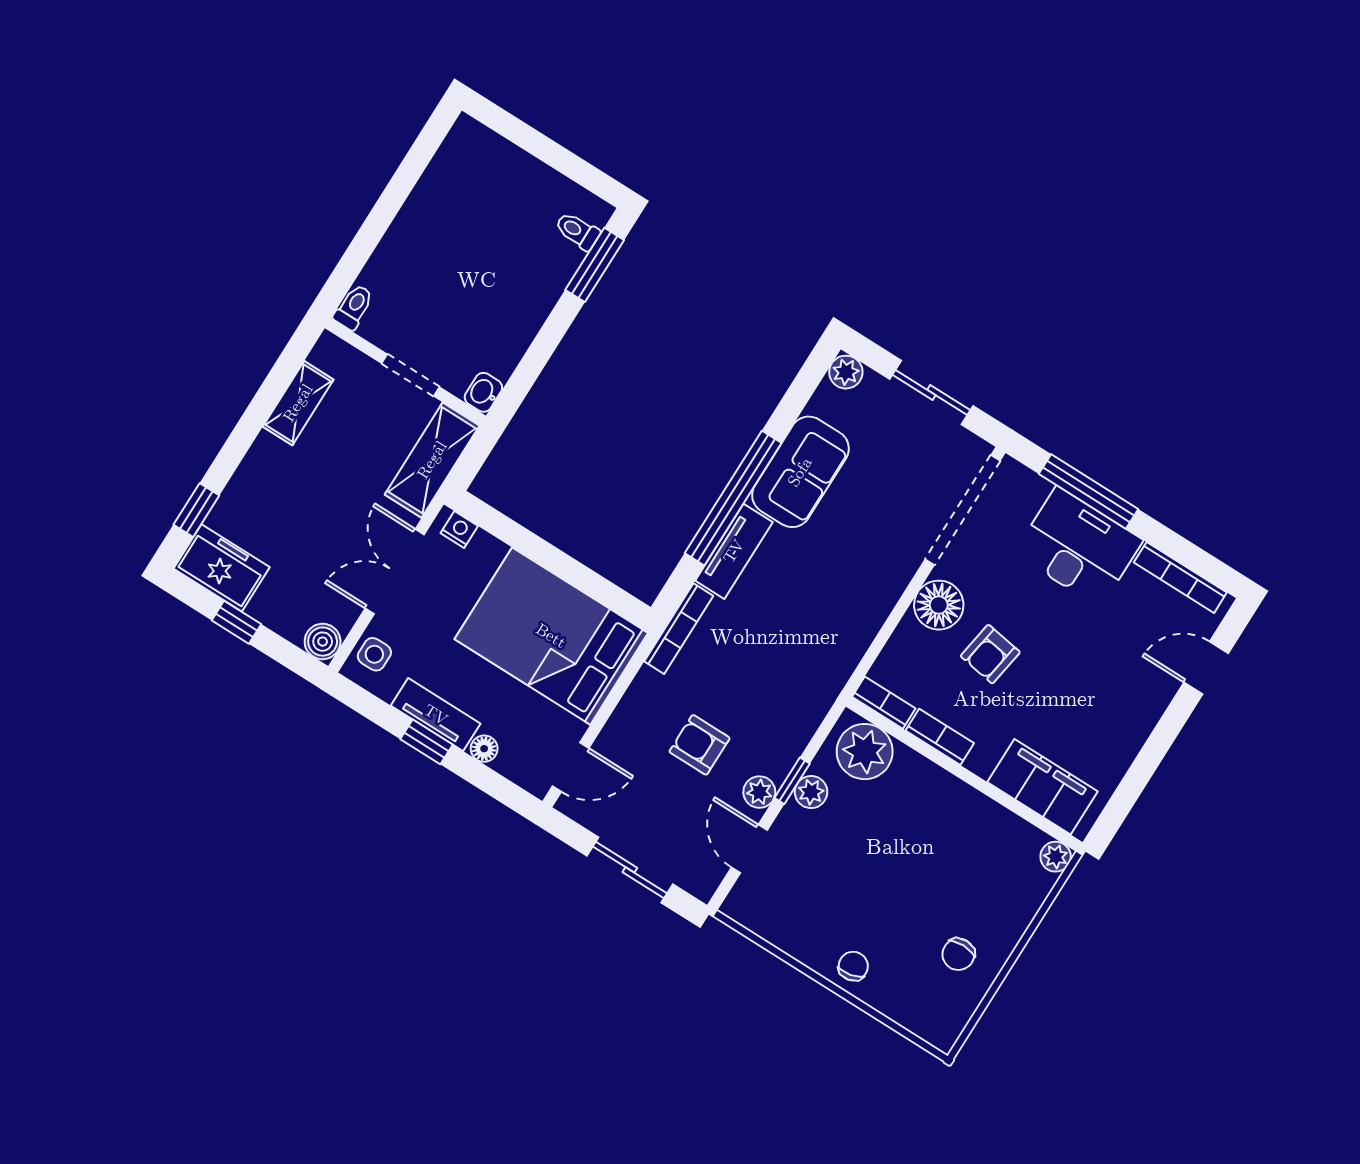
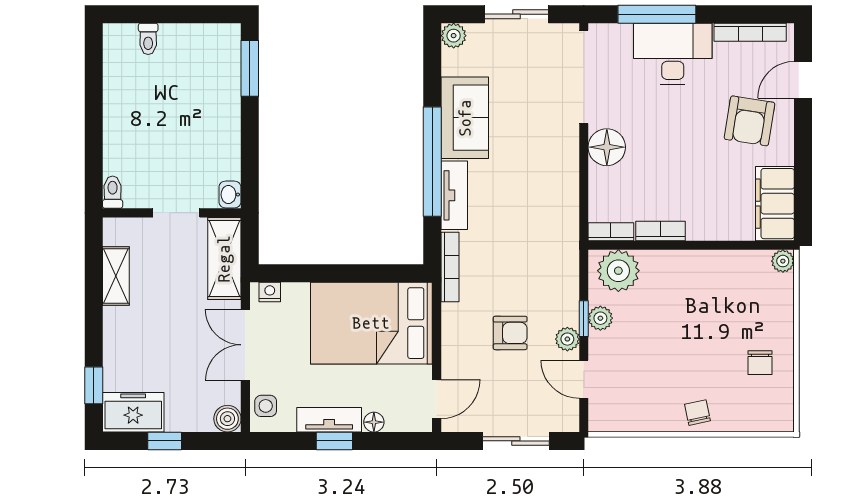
toilet: (577, 231) -> (148, 39), moved, turned -90
armchair: (990, 654) -> (750, 121), moved, width x1.38, depth x1.38
armchair: (700, 745) -> (510, 333), turned 180
filing cabinet: (1042, 787) -> (775, 204), moved, turned -90

